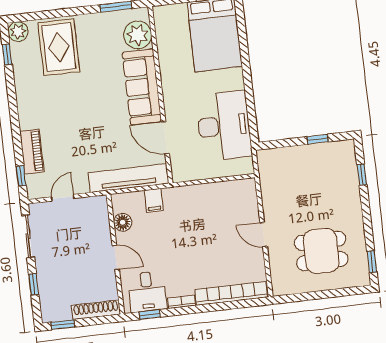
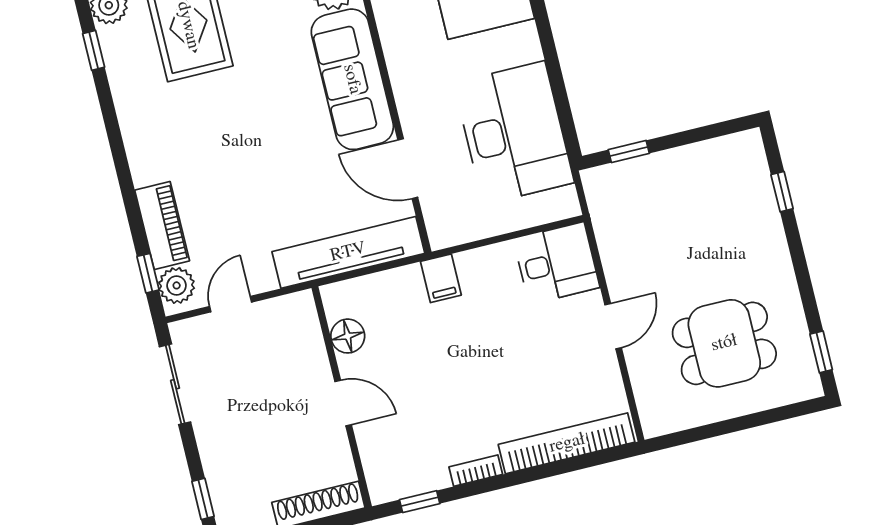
window: (318, 139) -> (629, 151), moved
plant: (35, 184) -> (177, 285), added
filing cabinet: (154, 200) -> (441, 278), moved
door: (264, 235) -> (613, 326), swing flipped
window: (34, 284) -> (203, 499), moved
desk: (147, 292) -> (557, 263), moved, turned -90

